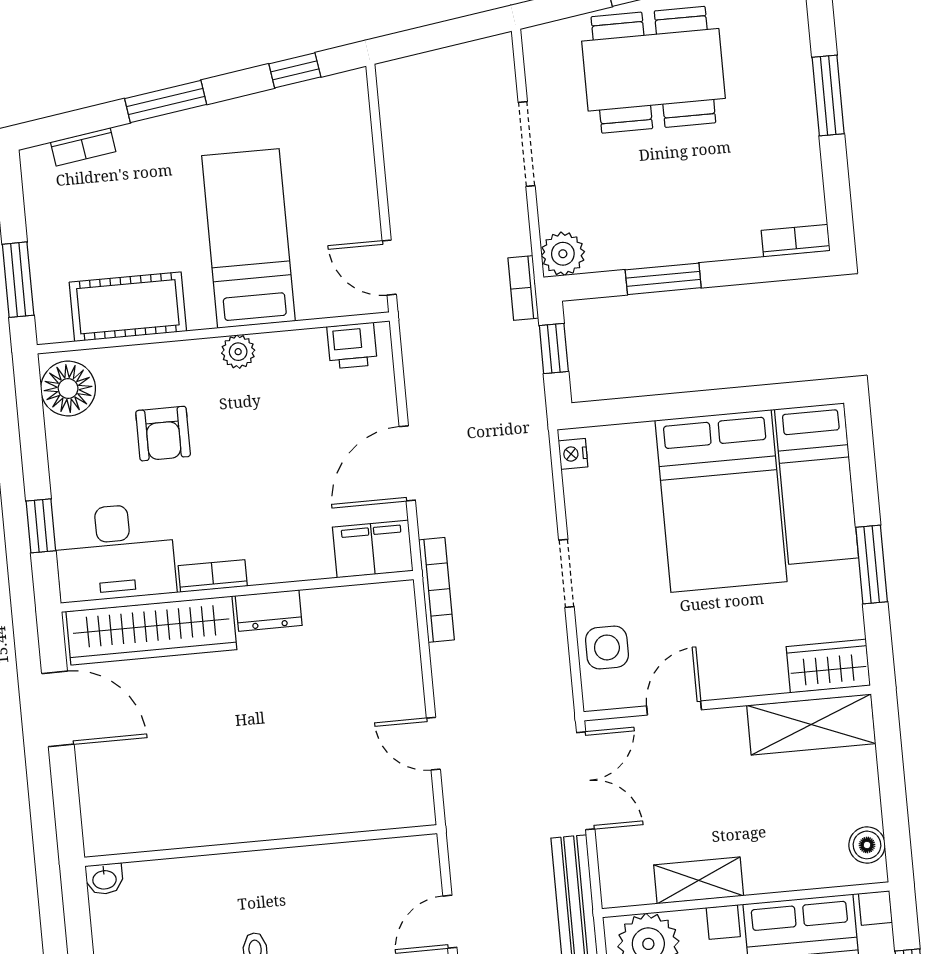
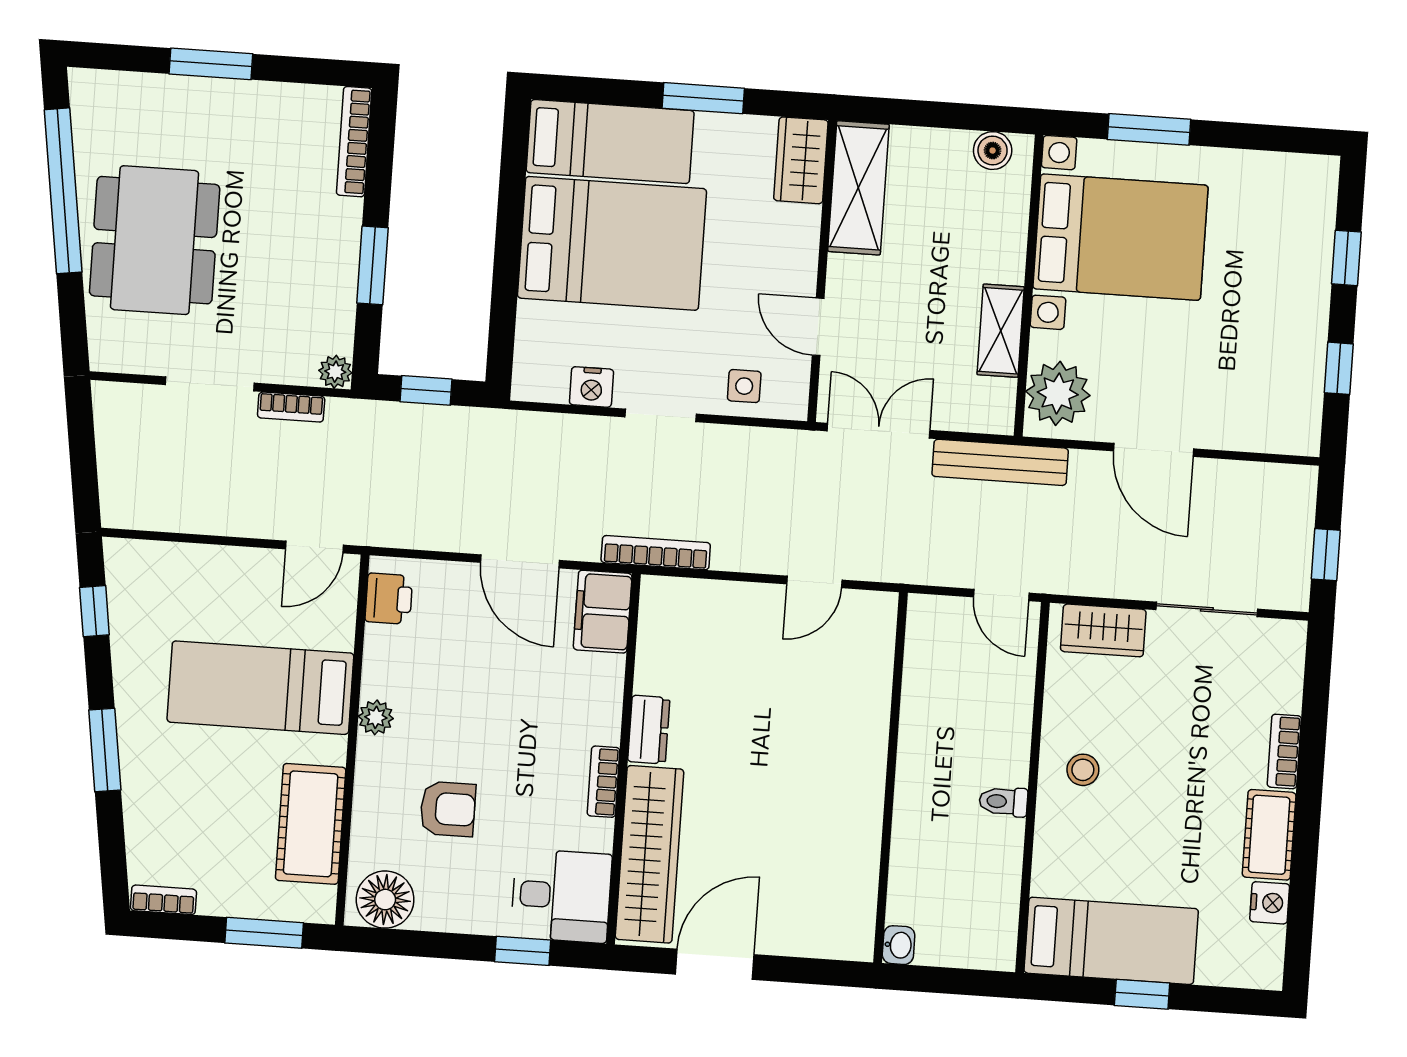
bookcase: (83, 147) -> (163, 900), moved, turned -82
bookcase: (796, 241) -> (354, 142), width x1.56
plant: (563, 254) -> (335, 372), width x0.73, depth x0.73
bookcase: (523, 288) -> (291, 407), moved
nightstand: (573, 454) -> (591, 387), moved, width x1.39, depth x1.35
desk: (115, 552) -> (561, 896), width x0.73
side table: (607, 647) -> (744, 386), width x0.73, depth x0.73

